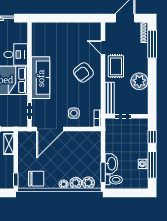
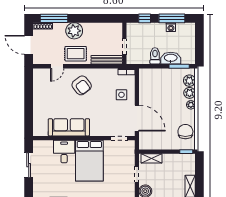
sofa: (41, 78) -> (69, 127), moved
plant: (139, 81) -> (74, 31), moved
toilet: (114, 180) -> (155, 56), moved

